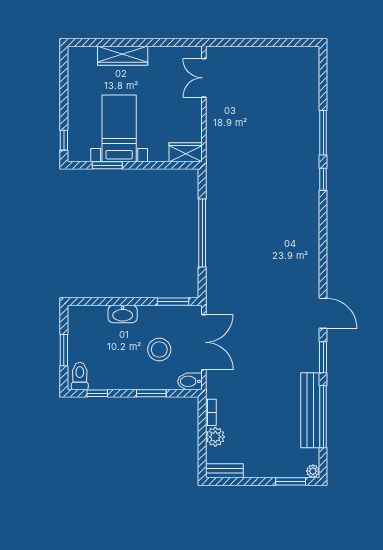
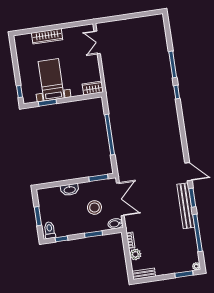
bench: (310, 410) -> (186, 206), moved

